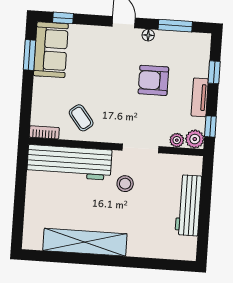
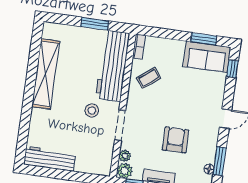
floor lamp: (148, 35) -> (209, 169), moved
window: (20, 187) -> (95, 24), added
workbench: (188, 205) -> (50, 159), moved

